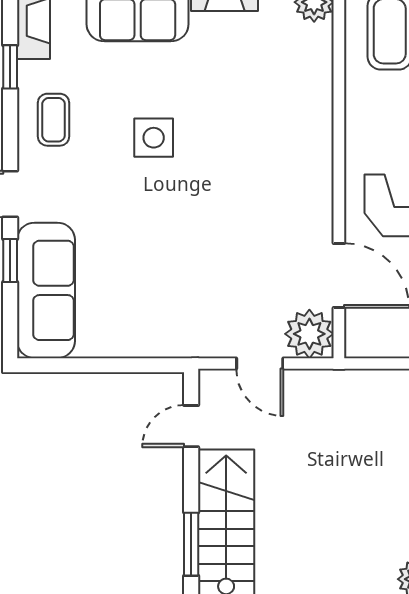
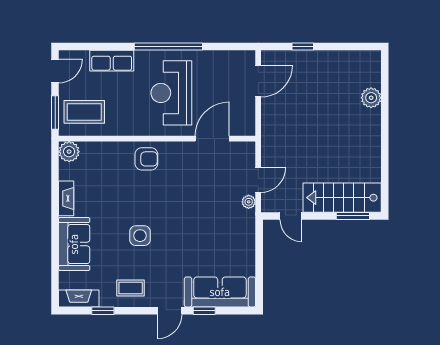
armchair: (300, 150) -> (146, 159), added
plant: (309, 334) -> (249, 202), moved, width x0.53, depth x0.53

